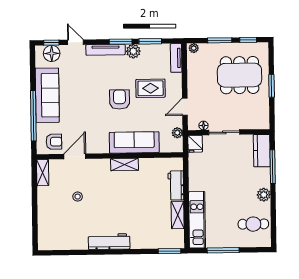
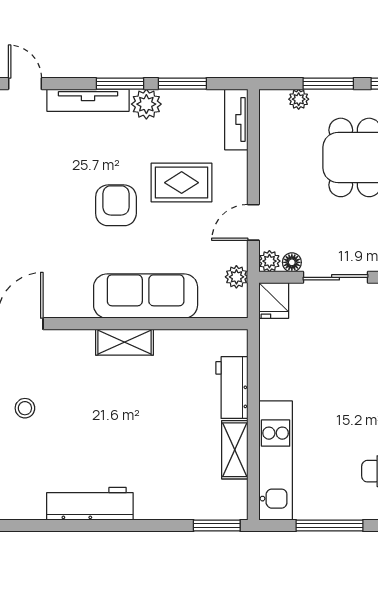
plant: (194, 48) -> (299, 99), moved
plant: (193, 125) -> (269, 261), added

